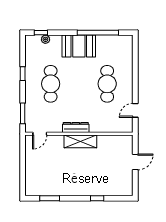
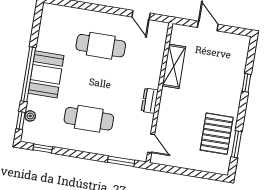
window: (98, 33) -> (28, 74), moved
window: (23, 74) -> (43, 148), moved
dresser: (76, 128) -> (150, 101), width x0.70
shelving: (80, 141) -> (174, 66), moved
pallet: (55, 182) -> (217, 134), added

